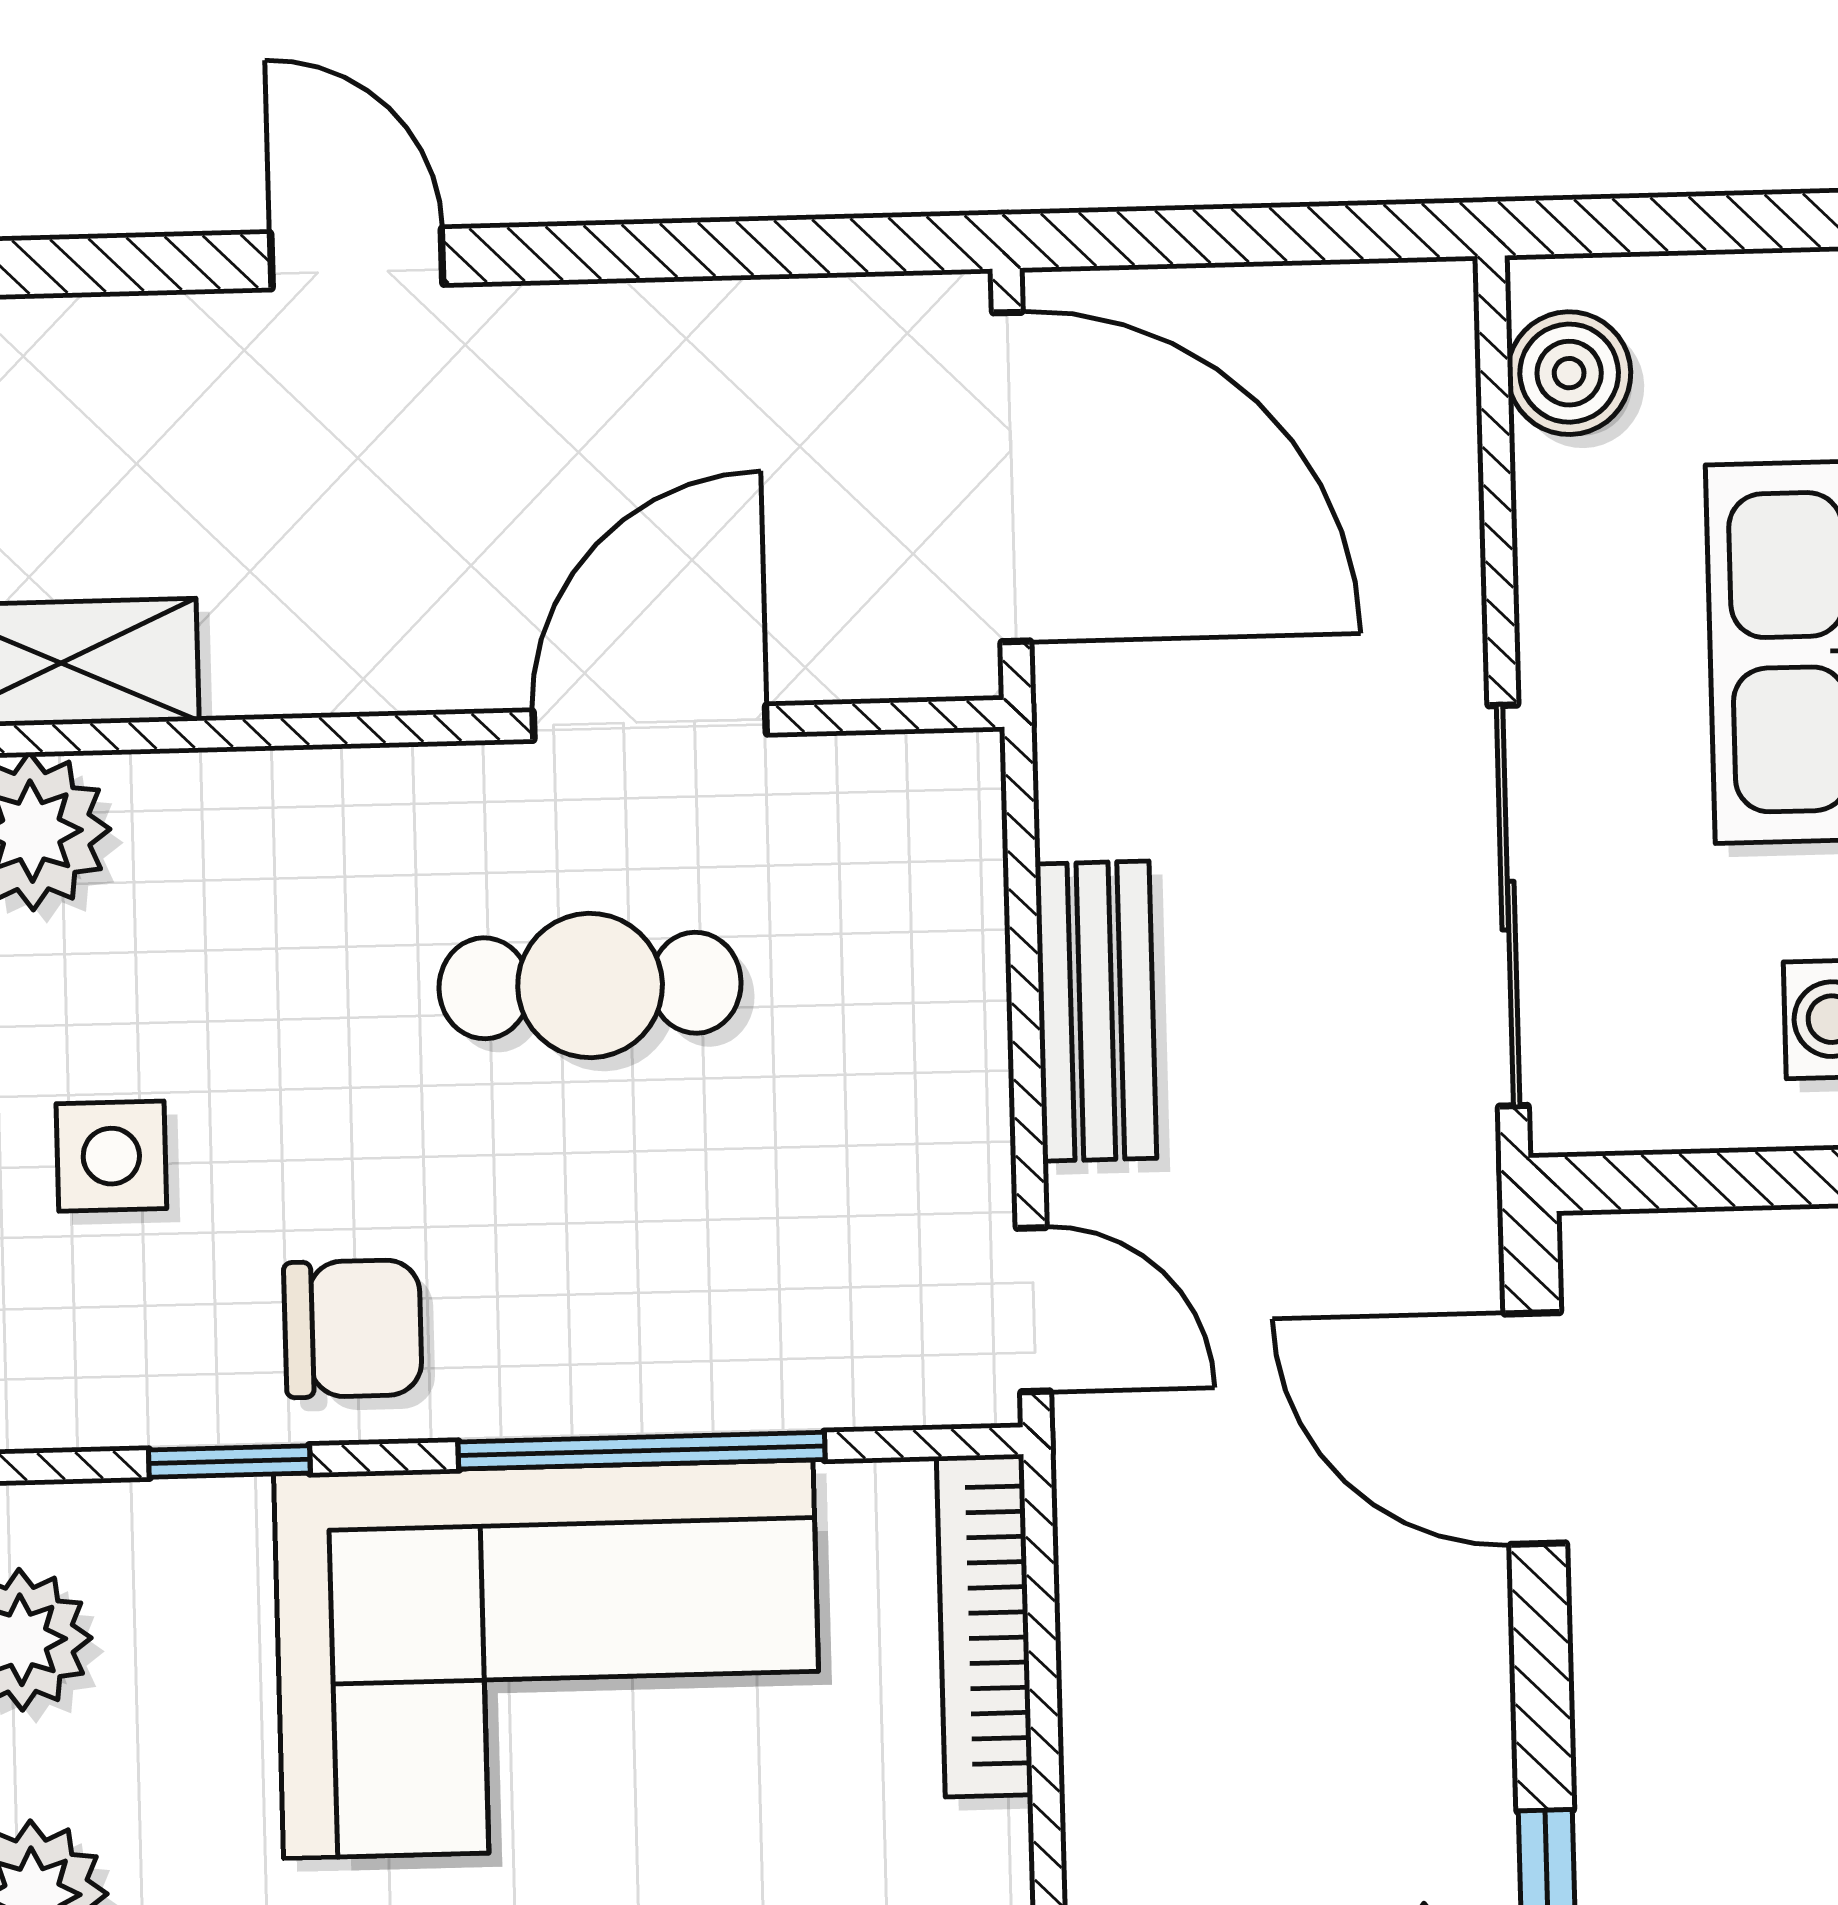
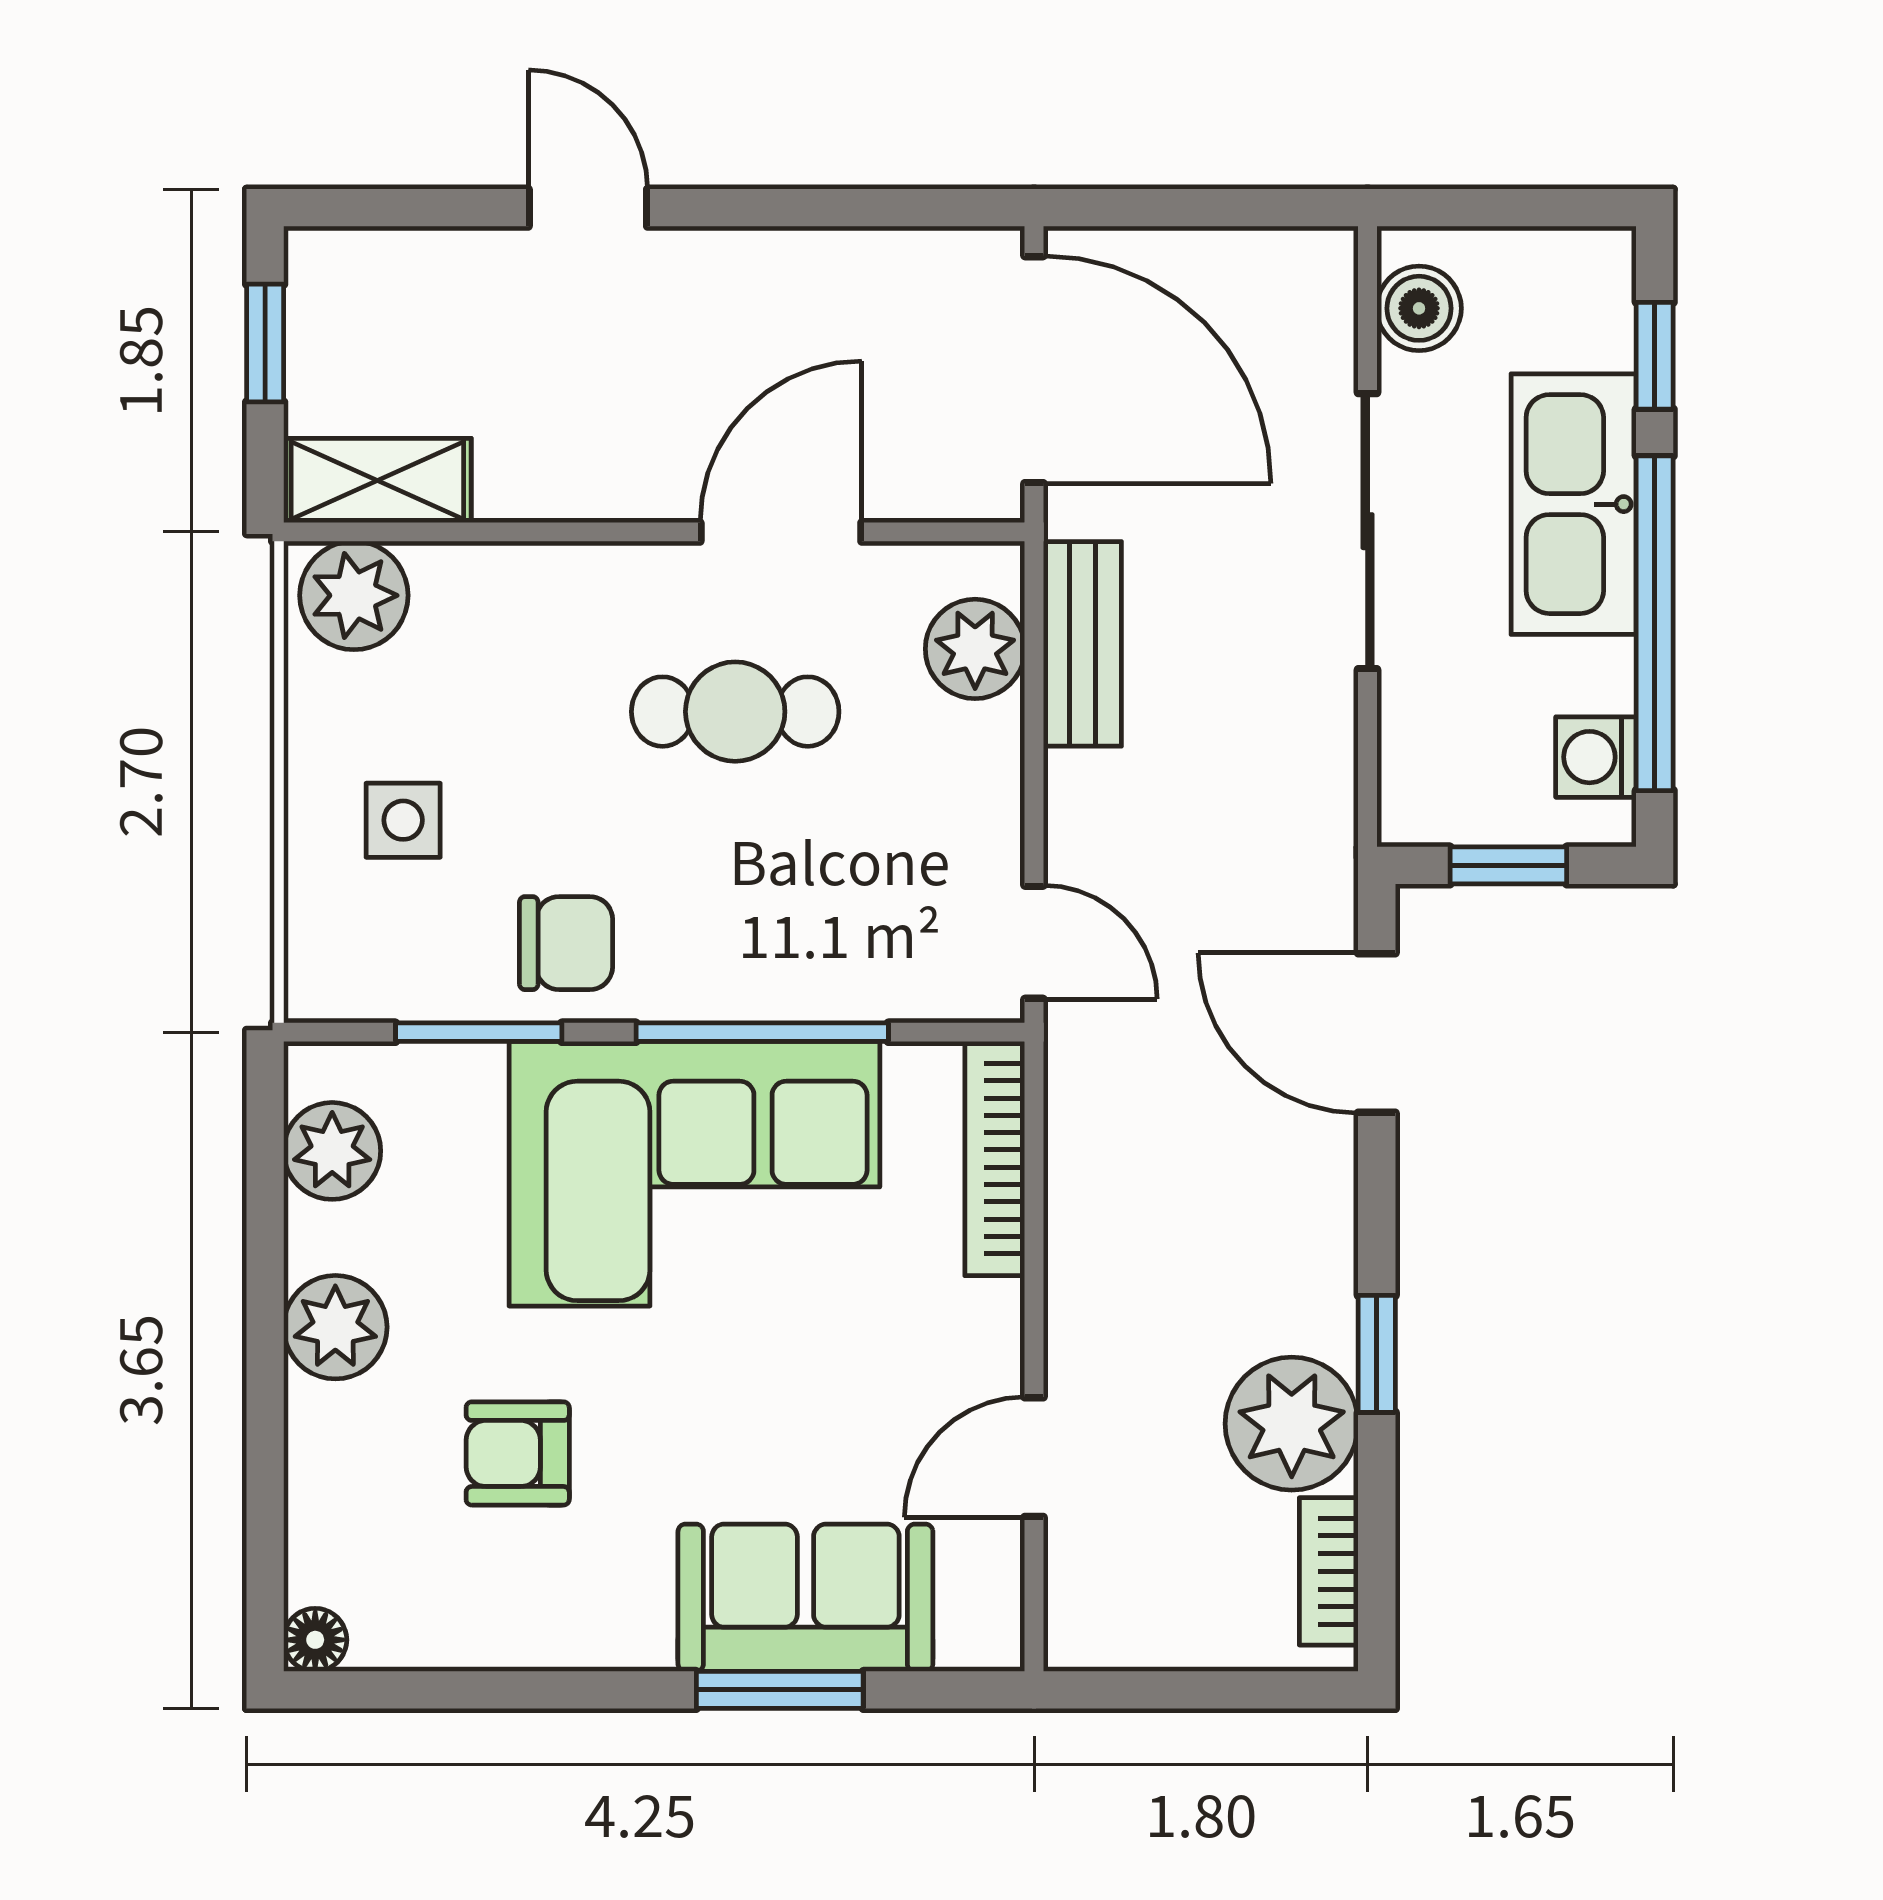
plant: (936, 885) -> (975, 649), added
sliding door: (1508, 906) -> (1368, 531), moved
bench: (1096, 1011) -> (1082, 644), moved
window: (1720, 1180) -> (1508, 865), added
window: (229, 1461) -> (479, 1032), width x1.50

